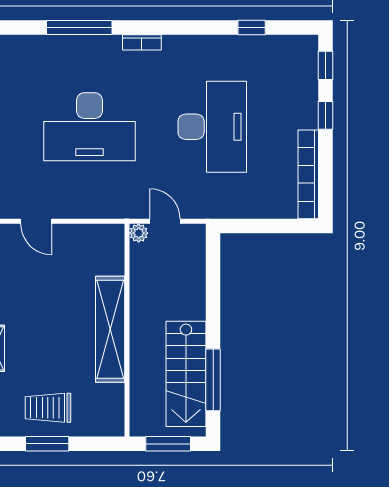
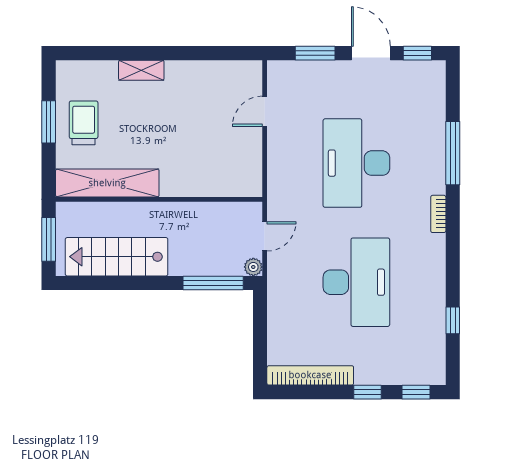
desk: (212, 127) -> (356, 282), turned -90
plant: (139, 233) -> (253, 267), moved
shelving: (110, 329) -> (107, 183), moved
window: (213, 380) -> (213, 283), moved

